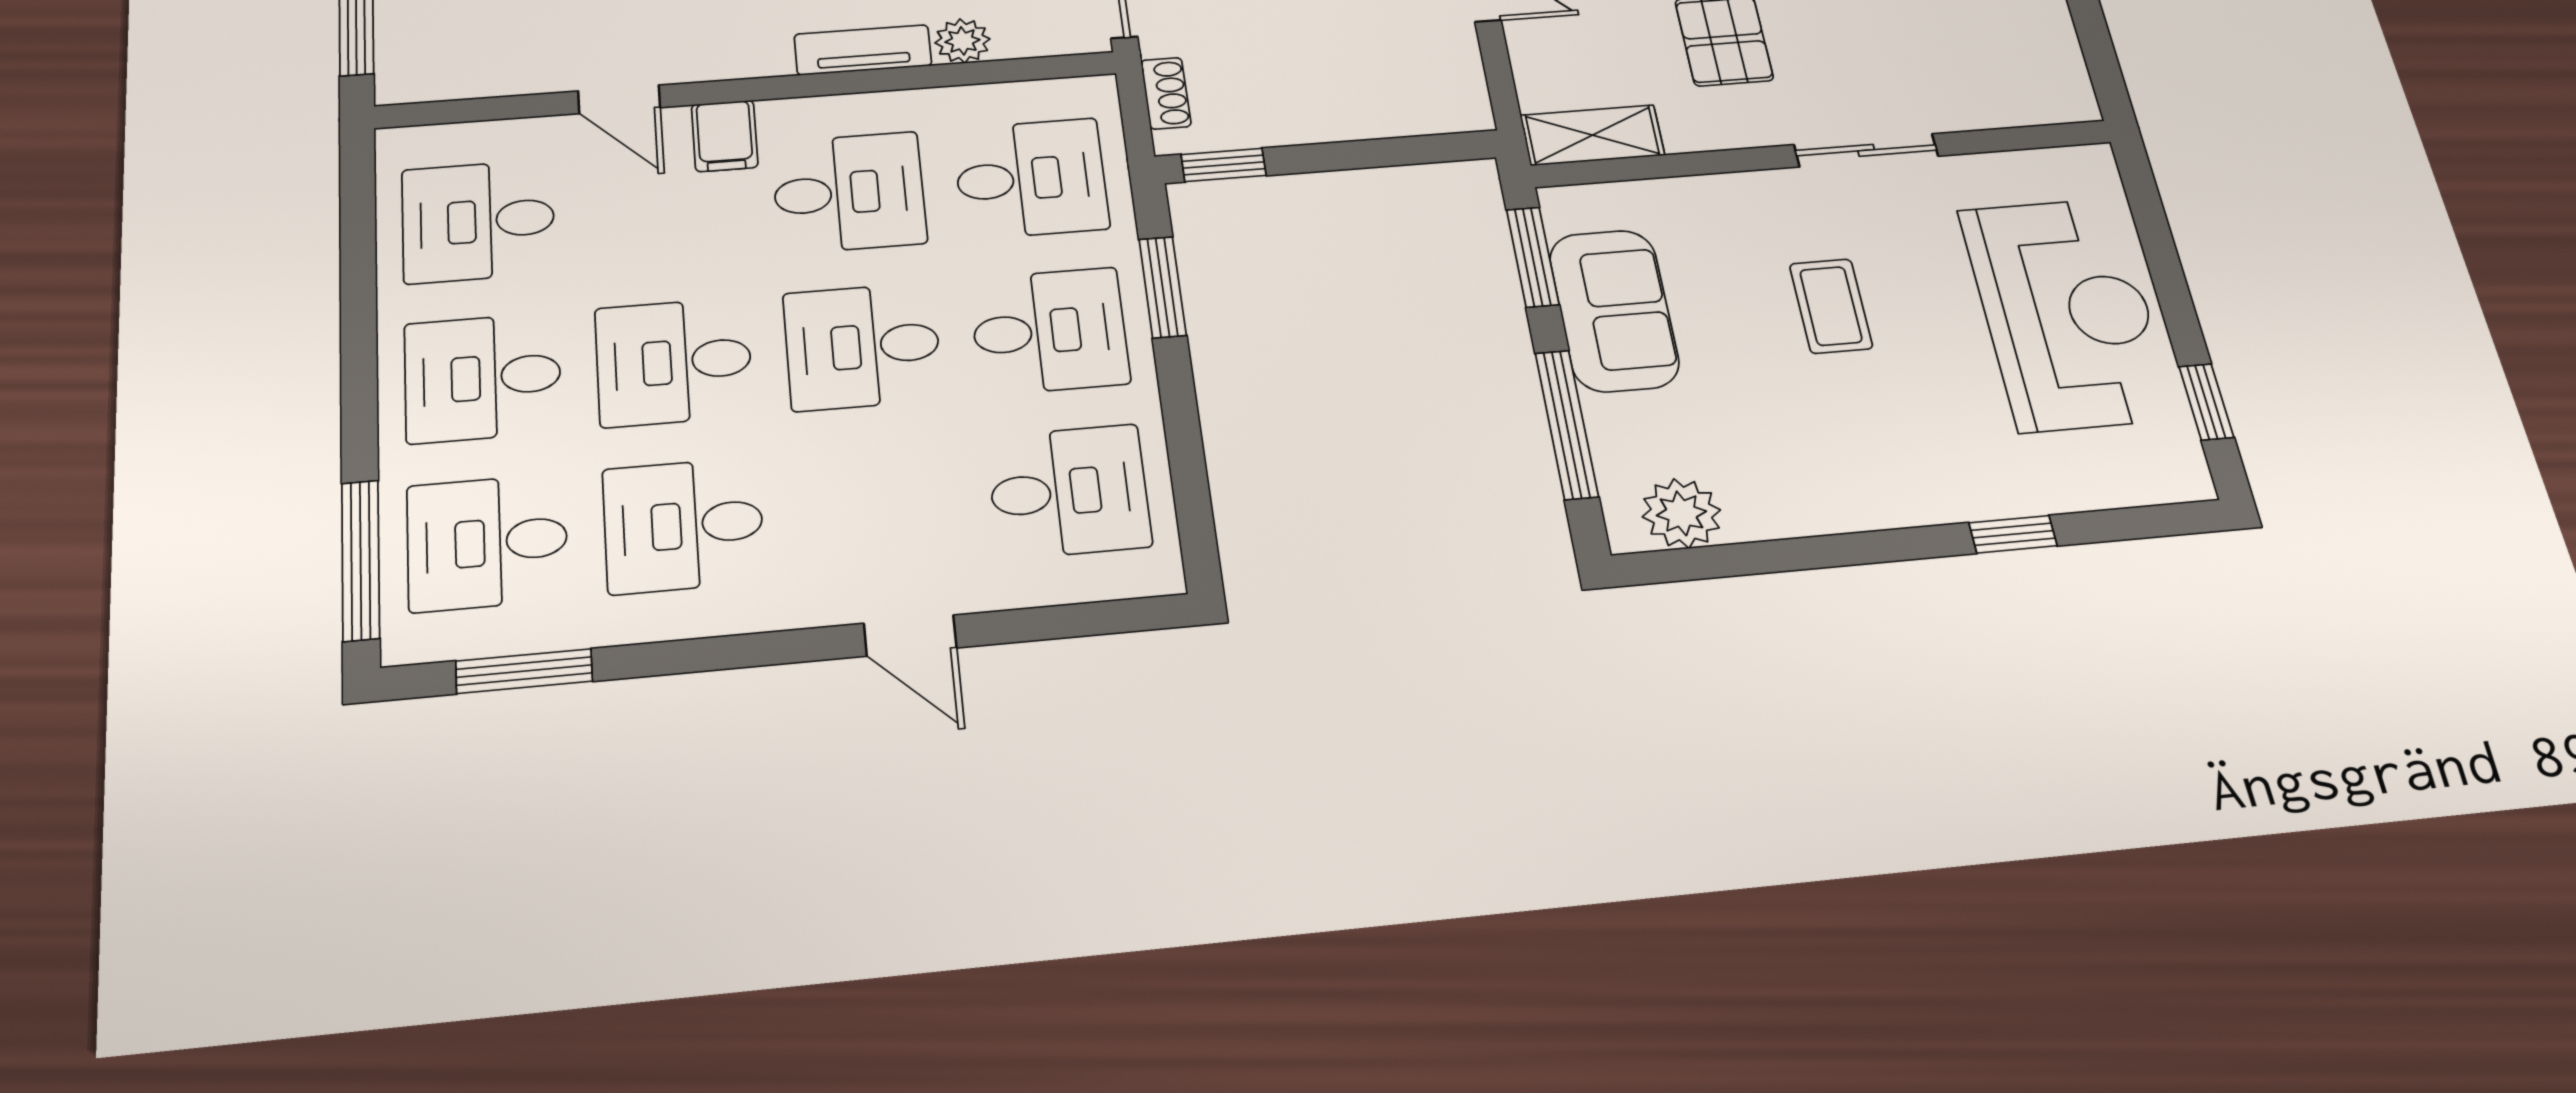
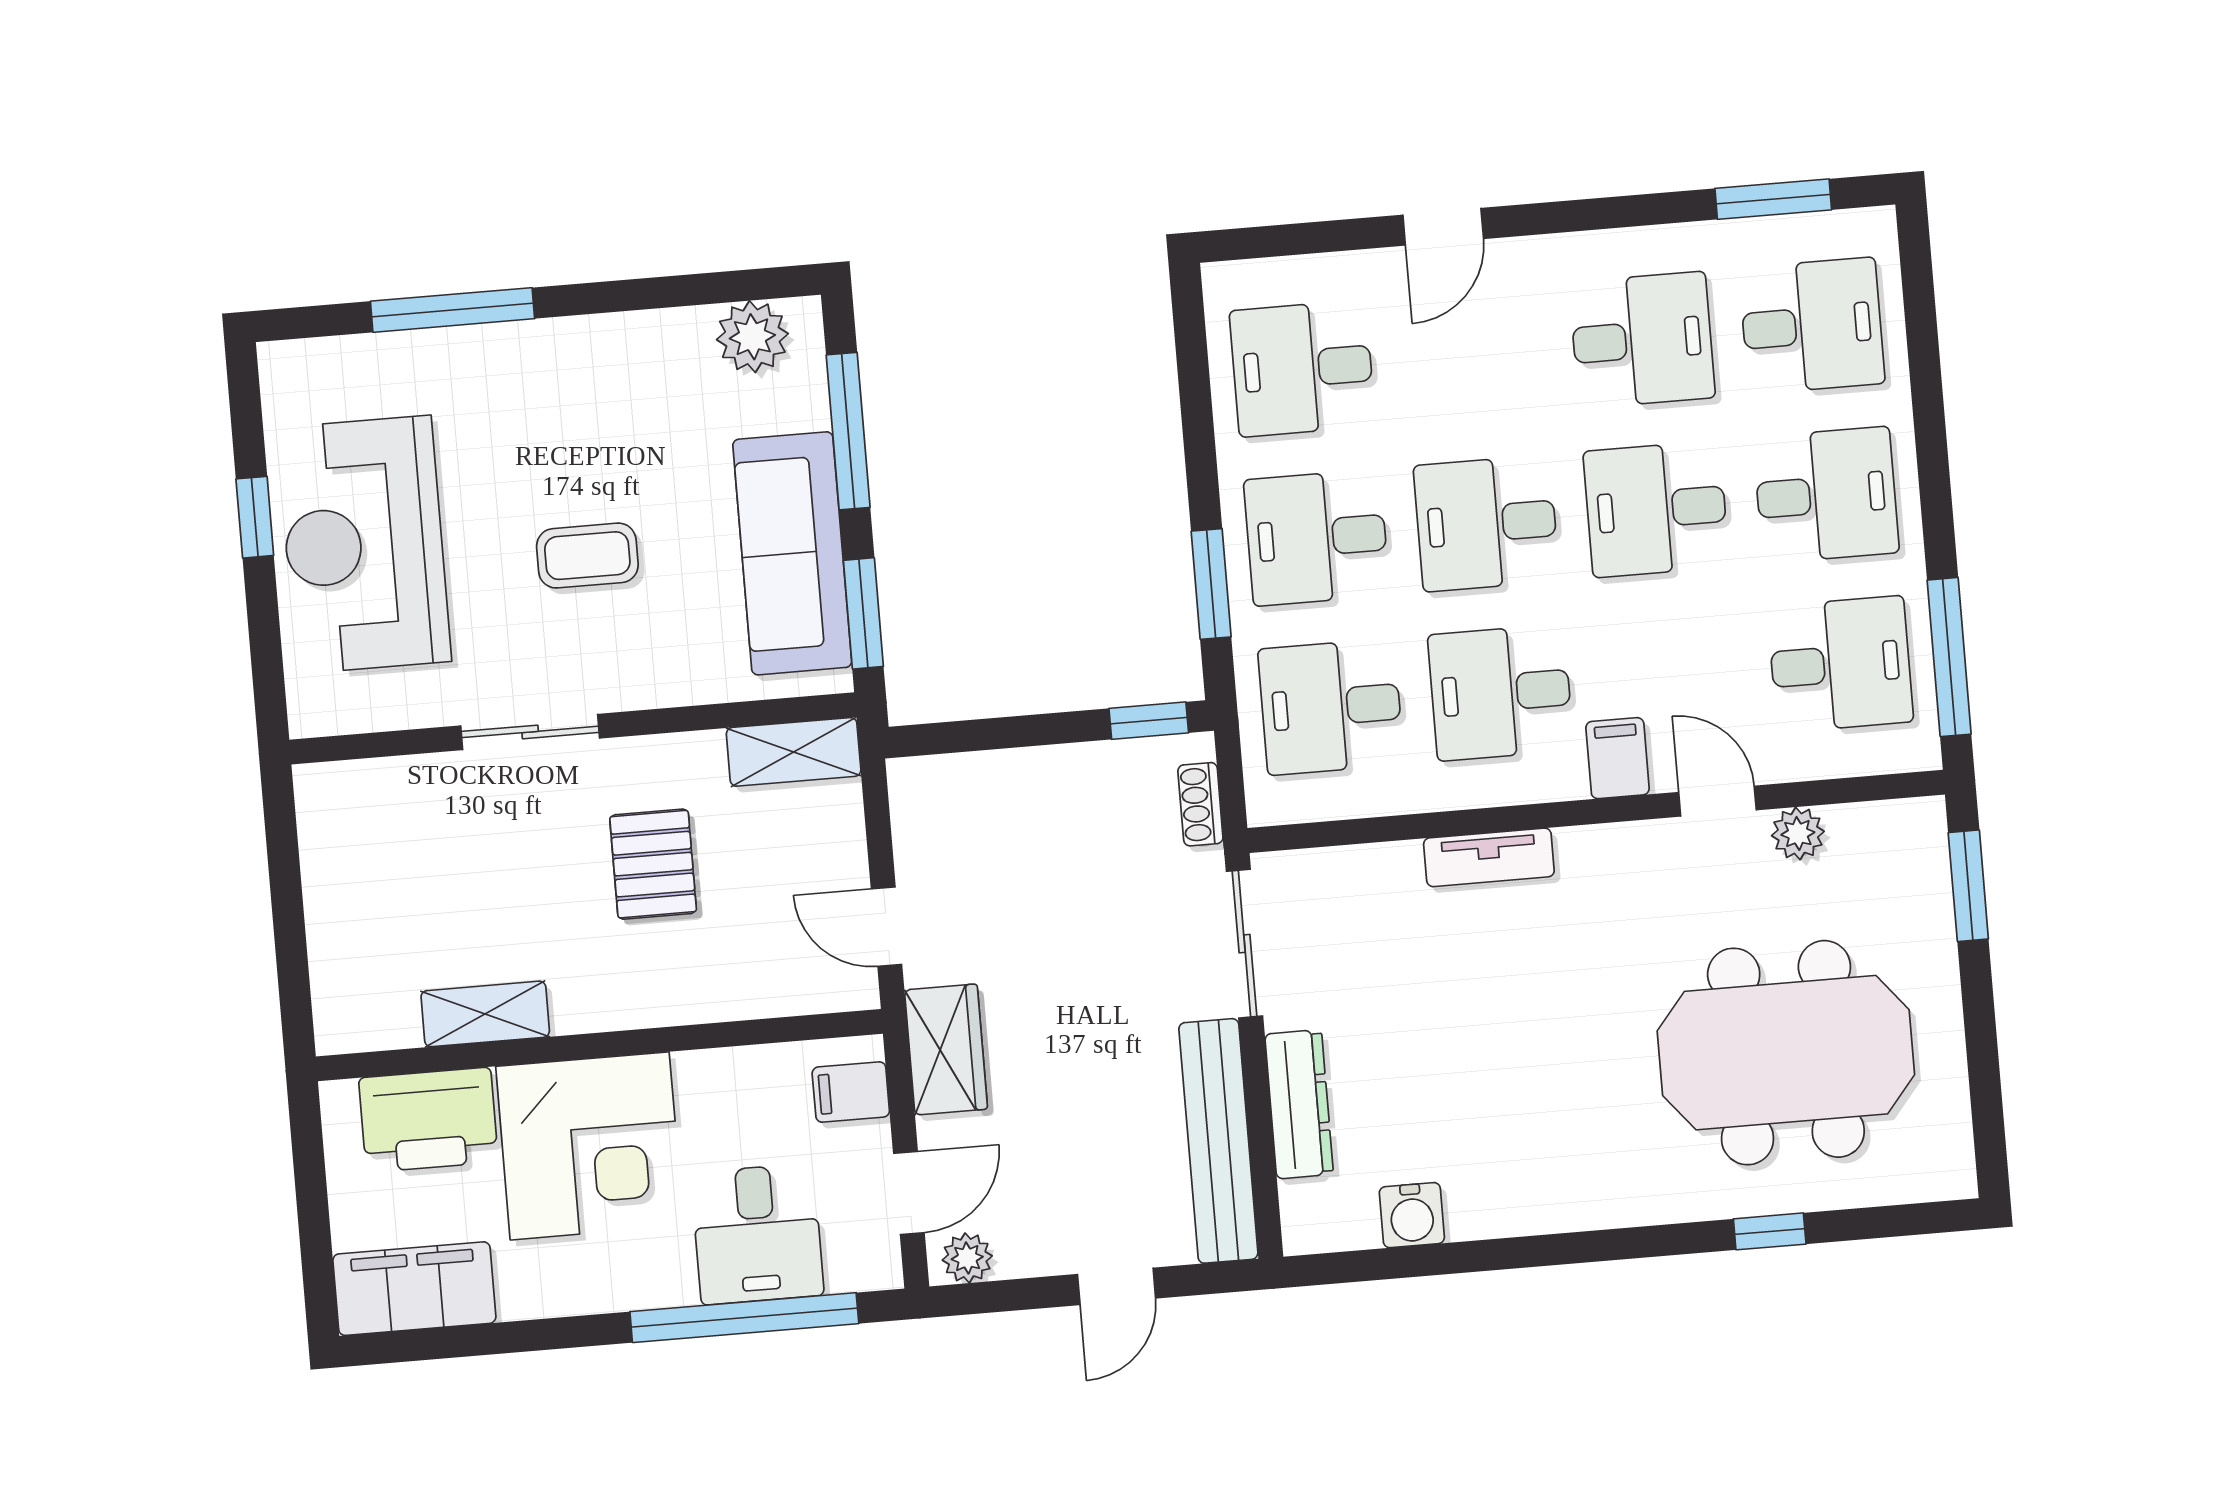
plant: (962, 41) -> (1798, 834), moved
coffee table: (1831, 306) -> (587, 556), turned 90
sofa: (1614, 310) -> (792, 553), width x1.36
desk: (863, 346) -> (1486, 523), turned 180
desk: (674, 362) -> (1656, 509), turned 180
window: (2206, 402) -> (255, 517), moved
window: (2013, 534) -> (453, 310), width x2.17
window: (361, 560) -> (1949, 657), moved
door: (910, 636) -> (1443, 227), swing flipped

